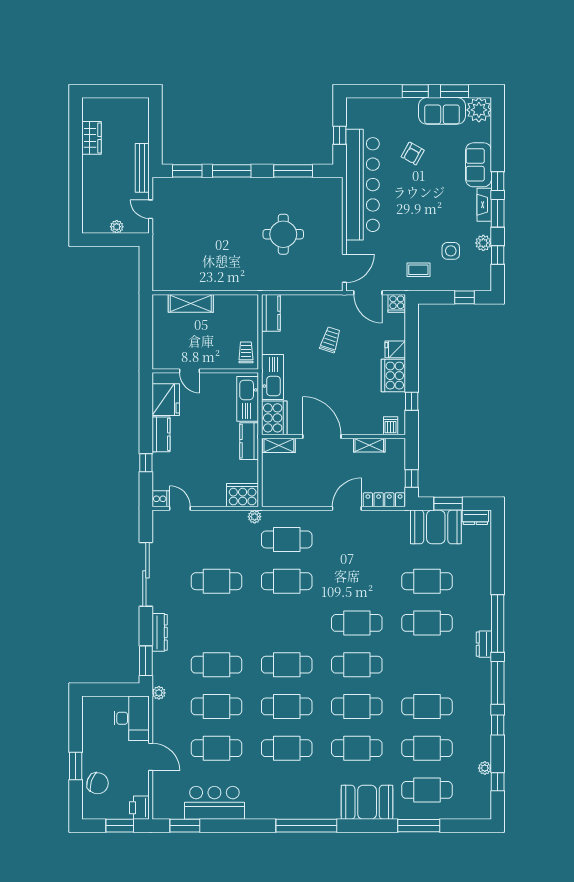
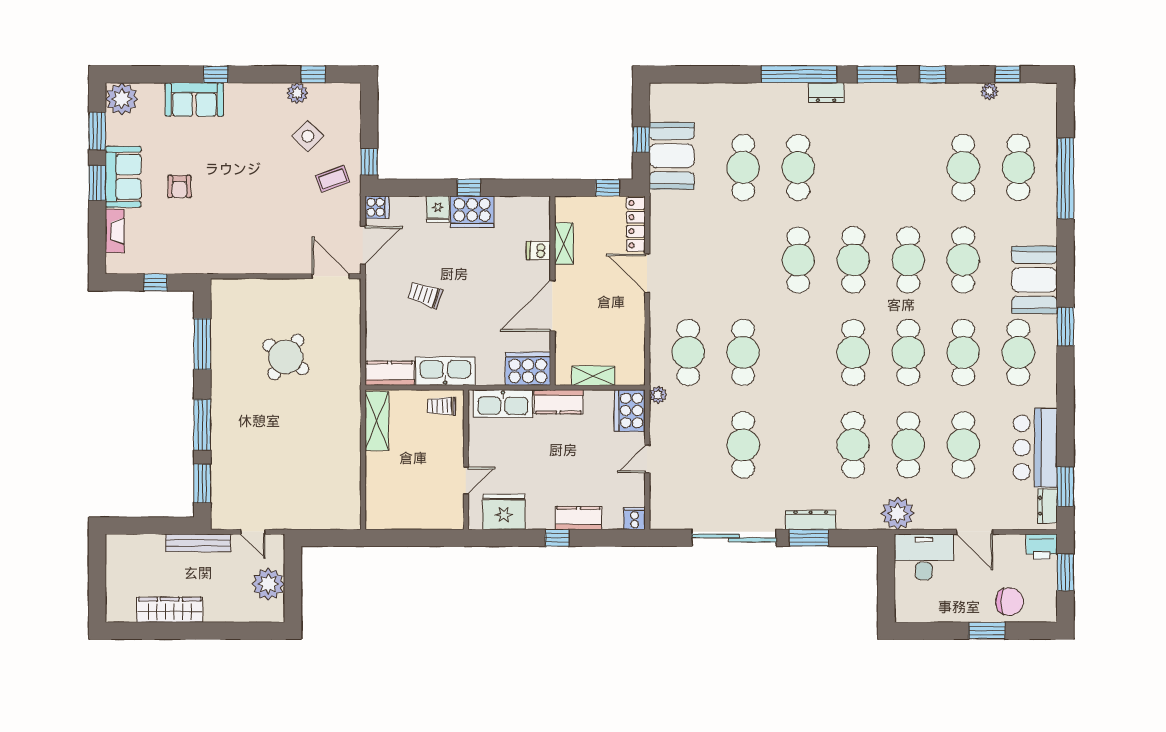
sofa: (442, 111) -> (123, 177), moved
wardrobe: (91, 138) -> (170, 610), width x1.50
armchair: (413, 154) -> (179, 186), turned 61
bar counter: (363, 185) -> (220, 252), removed
fireplace: (484, 205) -> (115, 231), moved, turned -90
door: (151, 209) -> (253, 532), hinge flipped
window: (498, 213) -> (258, 74), removed
plant: (117, 227) -> (268, 584), width x1.87, depth x1.87
round table: (283, 234) -> (286, 357), turned 35
side table: (451, 251) -> (308, 136), turned 45
coffee table: (418, 270) -> (333, 179), turned 70
window: (464, 297) -> (369, 162), moved
shelving: (191, 303) -> (377, 421), moved
kitchen sink: (272, 377) -> (445, 371), moved
window: (412, 401) -> (469, 188), moved
dishwasher: (391, 426) -> (538, 250), moved
kitchen counter: (161, 434) -> (578, 518), moved
shelving: (279, 445) -> (593, 376), moved, turned 90
window: (146, 463) -> (557, 538), moved
window: (448, 504) -> (641, 140), width x0.67
door: (180, 508) -> (647, 459), moved
dresser: (475, 517) -> (1048, 506), moved, turned 180
window: (146, 661) -> (809, 538), moved
window: (498, 683) -> (877, 74), width x0.69
plant: (159, 693) -> (898, 513), width x1.88, depth x1.88
cafe table: (427, 706) -> (1018, 352), moved
door: (151, 757) -> (975, 532), swing flipped
chair: (98, 783) -> (1009, 602), turned 72
booth: (367, 802) -> (1035, 280), moved
window: (306, 826) -> (1065, 326), width x0.47
window: (419, 826) -> (1065, 178), width x1.46

